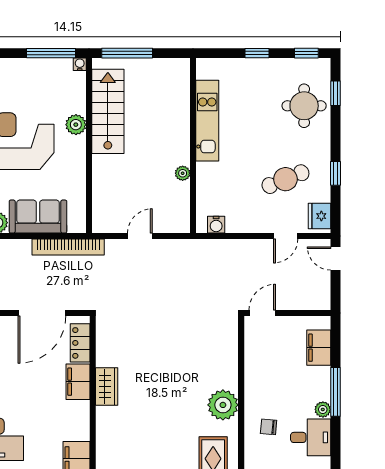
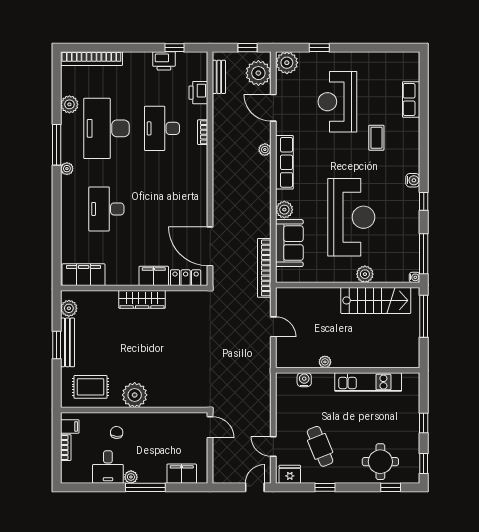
water cooler: (216, 225) -> (304, 380), moved, turned 90
wardrobe: (107, 387) -> (142, 299), width x1.50

